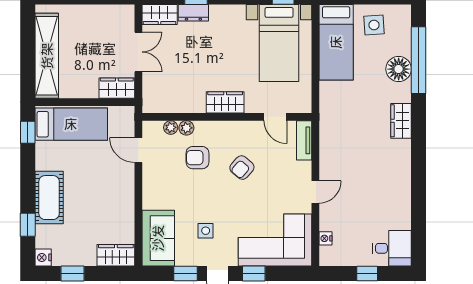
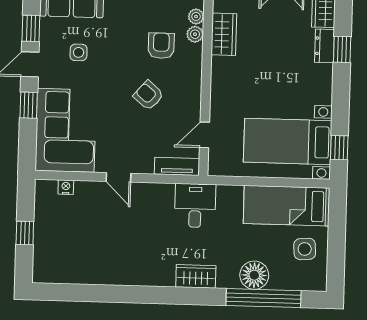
wardrobe: (225, 102) -> (224, 34), moved
desk: (392, 248) -> (195, 206), moved, turned 180

